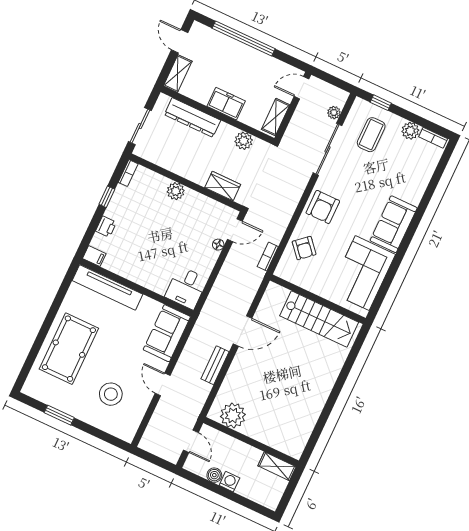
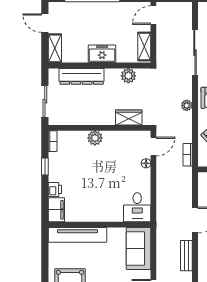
plant: (334, 113) -> (187, 105), moved
filing cabinet: (94, 256) -> (56, 210), width x2.00

